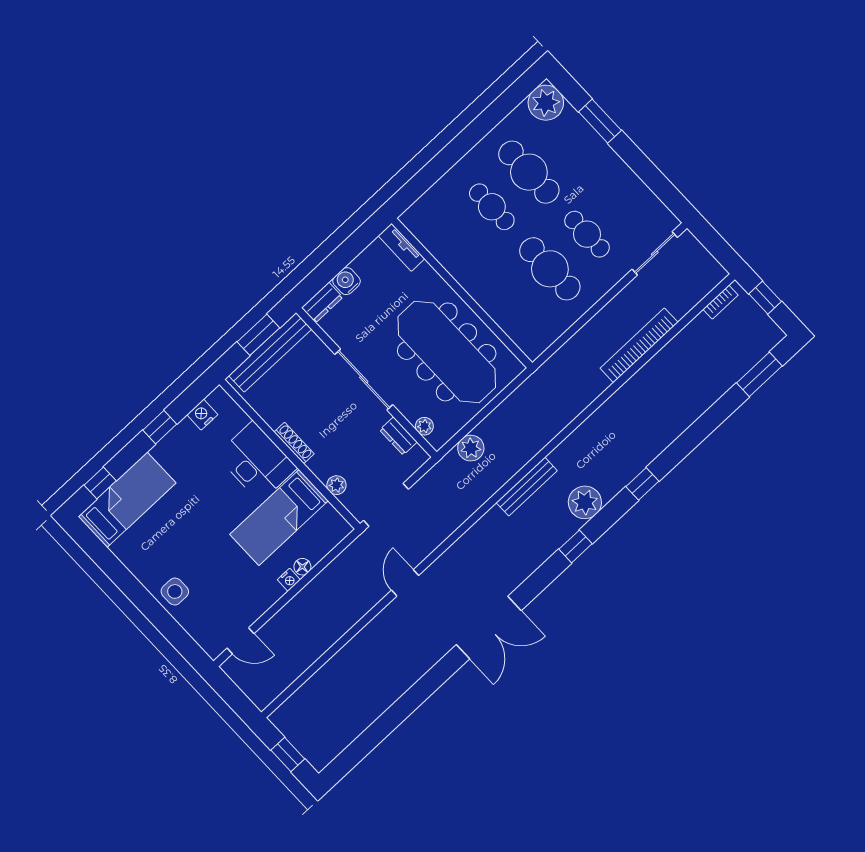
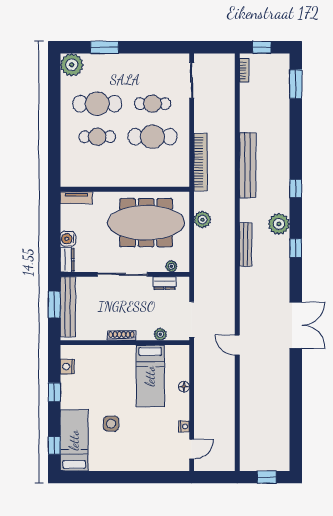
bookcase: (639, 345) -> (200, 162), moved, turned 180
bench: (618, 405) -> (248, 165), added
plant: (471, 448) -> (202, 220), moved
desk: (257, 462) -> (114, 362), removed
nightstand: (289, 580) -> (184, 426), moved
side table: (175, 591) -> (111, 424), moved

